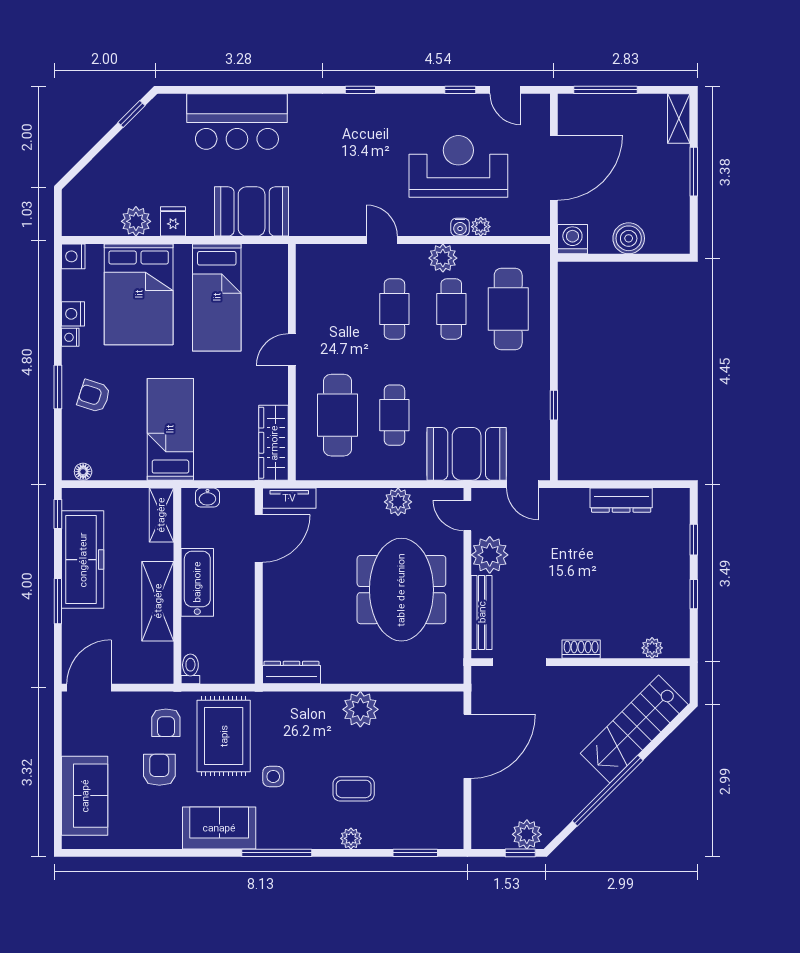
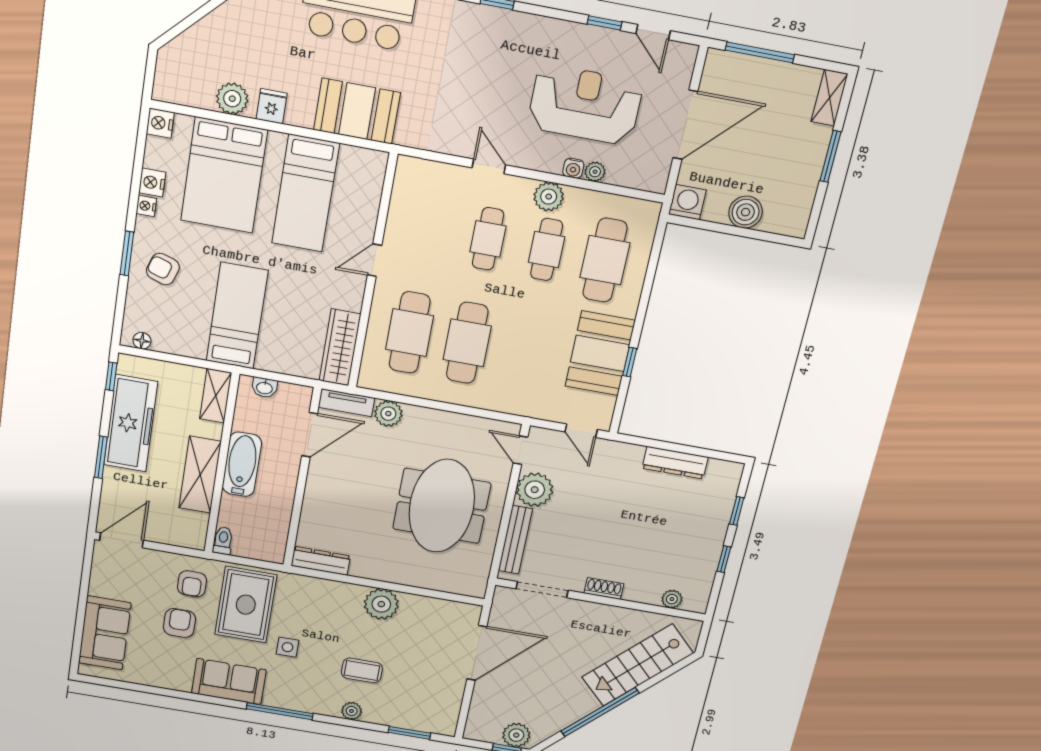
cafe table: (394, 415) -> (467, 343), width x1.37, depth x1.35
booth: (467, 454) -> (600, 353), moved, turned 90
plant: (398, 502) -> (388, 414), moved

